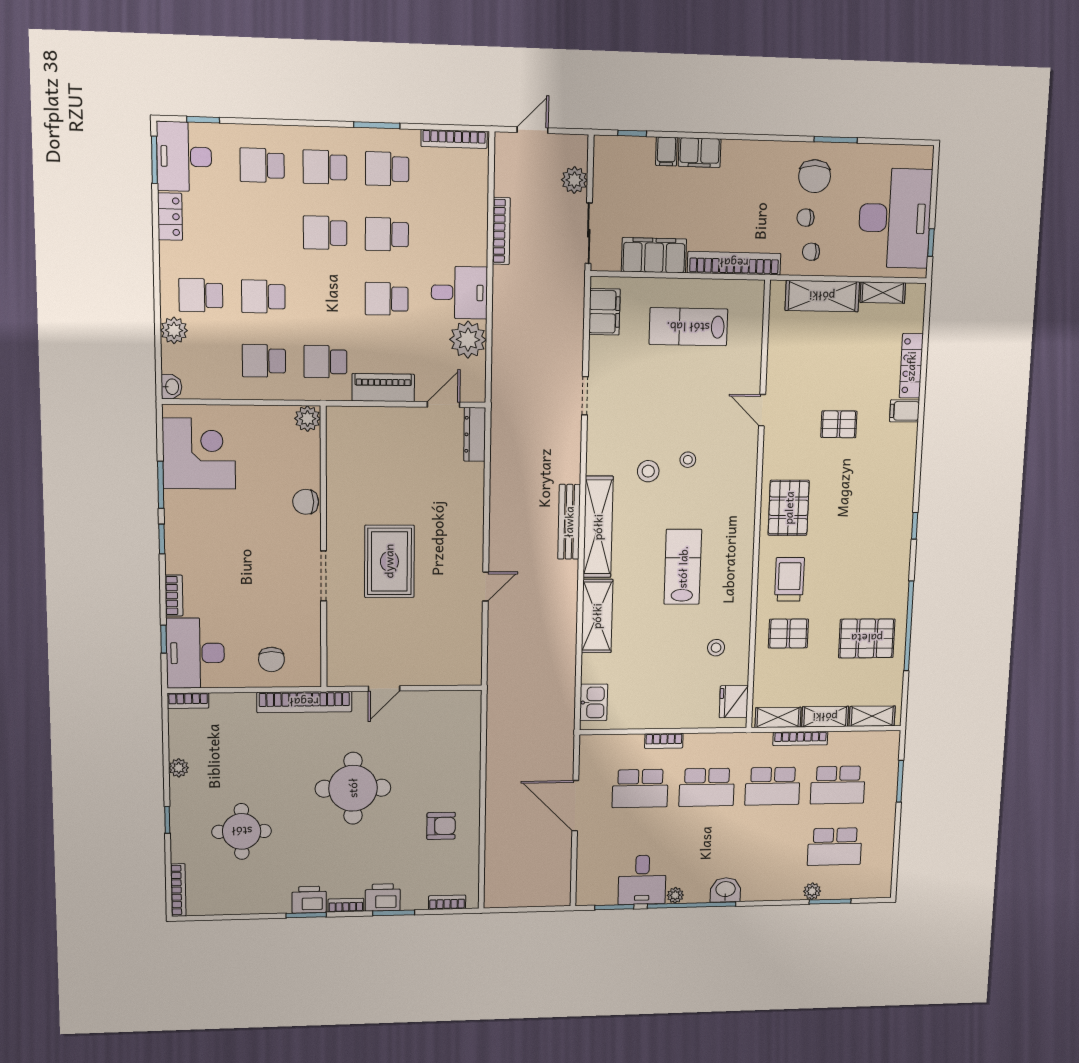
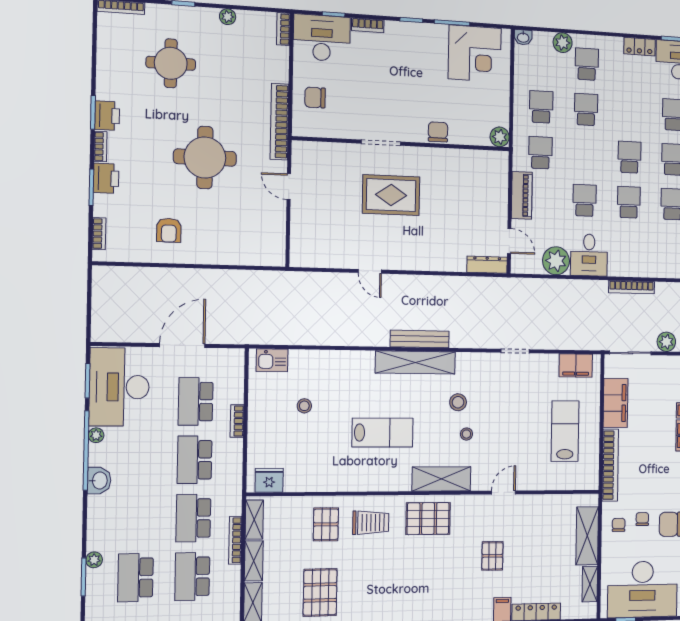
shelving: (597, 616) -> (441, 479), moved
stool: (716, 648) -> (304, 406), moved
desk: (642, 880) -> (119, 387), width x1.87, depth x1.30

